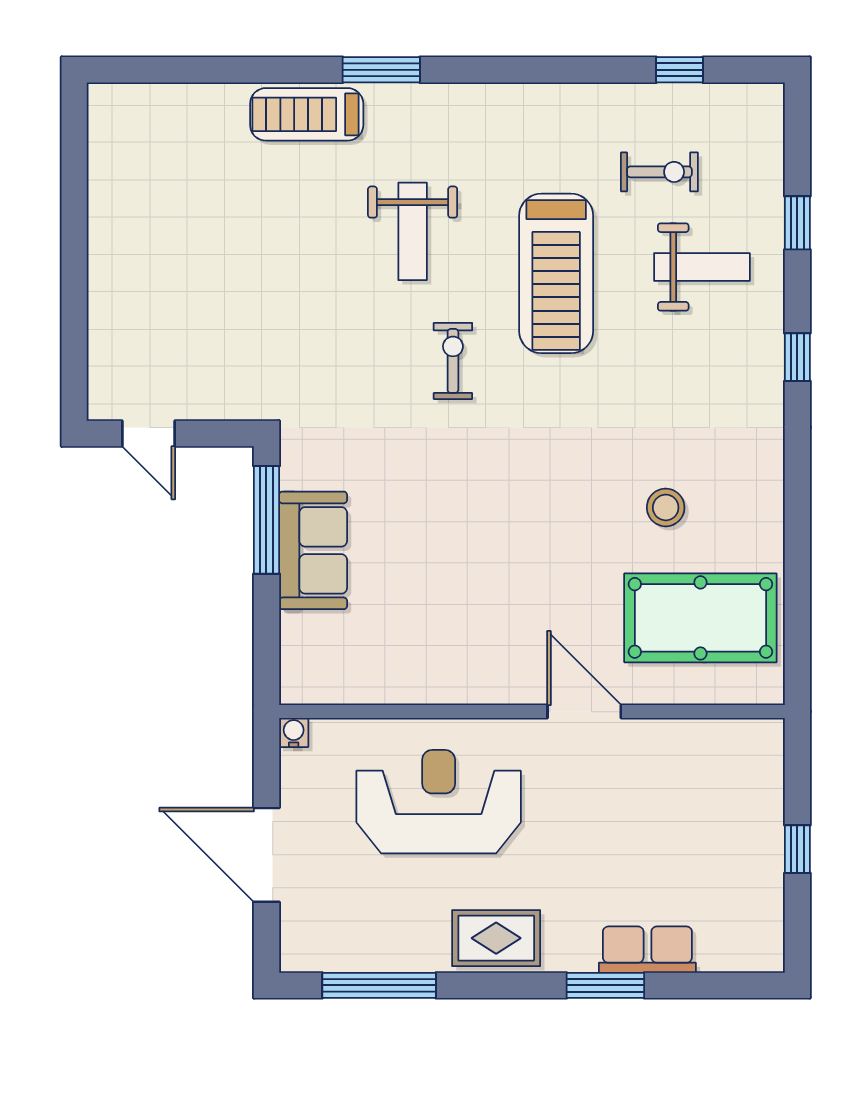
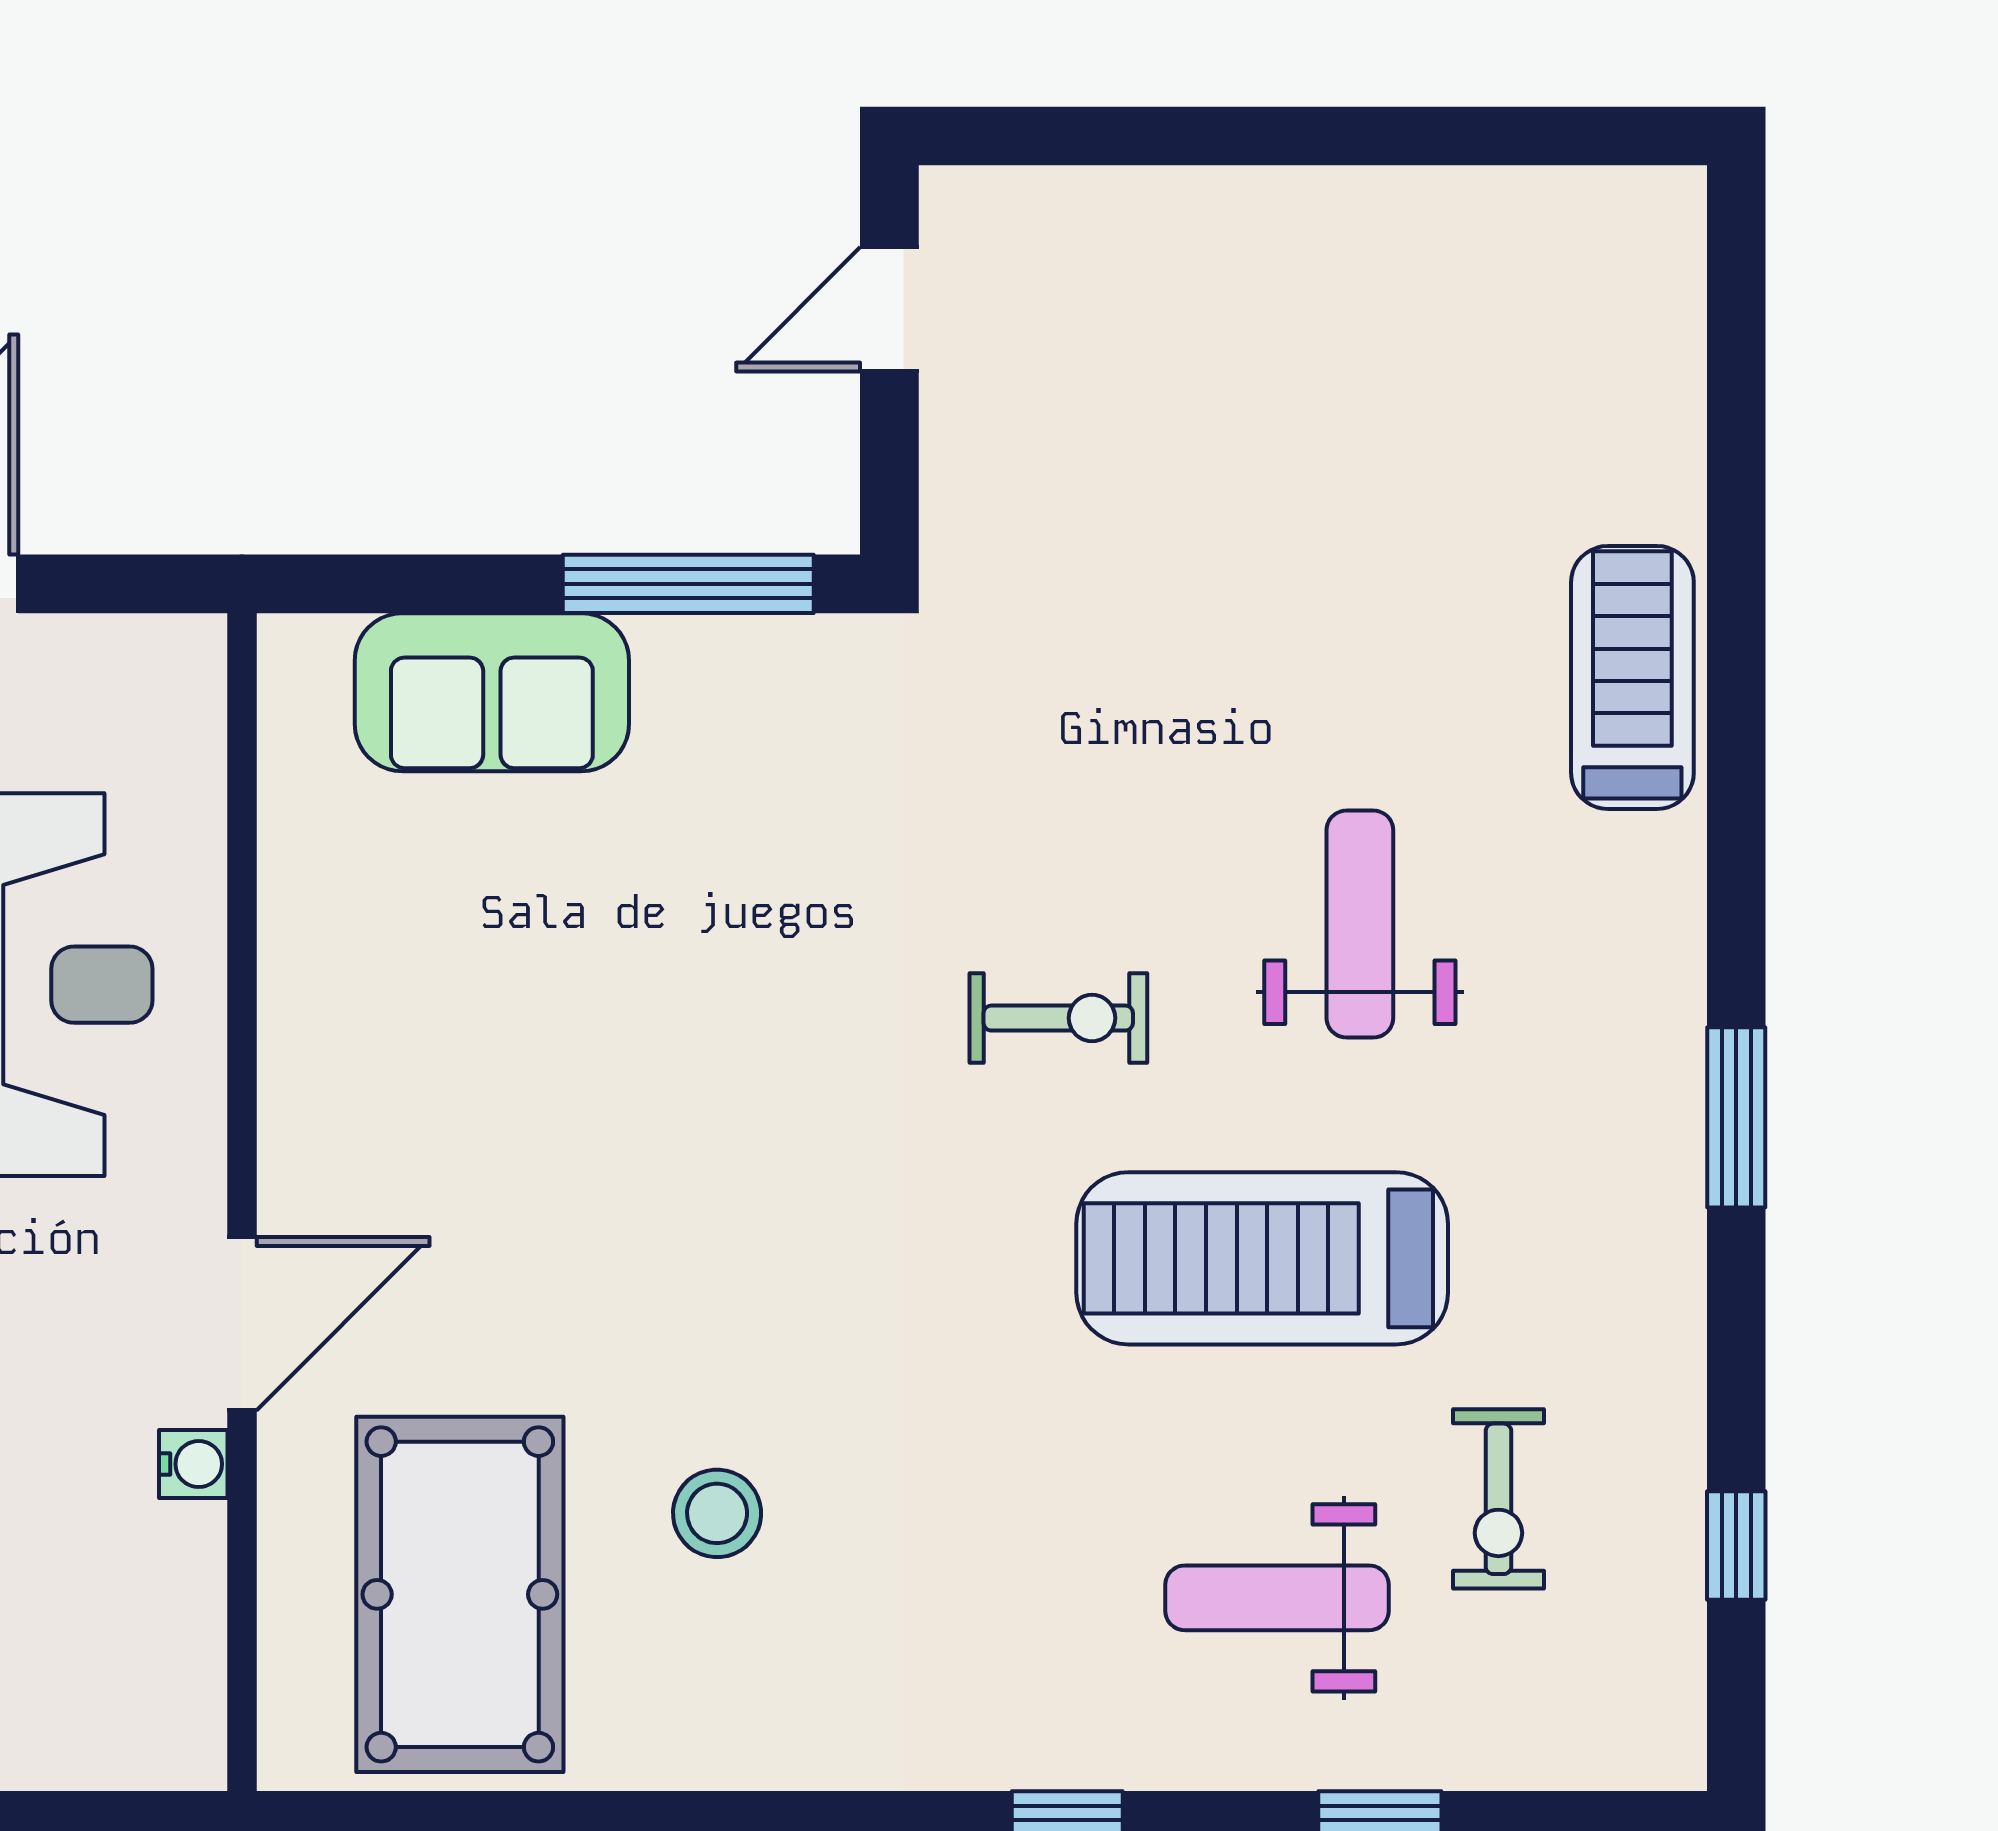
window: (381, 70) -> (1736, 1117), moved
weight bench: (413, 231) -> (1360, 924), turned 90
weight bench: (702, 267) -> (1277, 1598), turned 90
sofa: (313, 550) -> (492, 692), moved
water cooler: (294, 732) -> (193, 1464), moved

